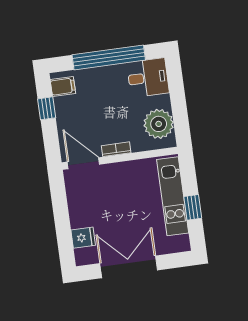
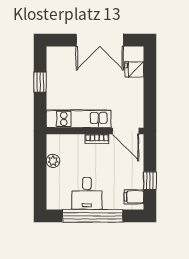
desk: (148, 78) -> (87, 193), moved, turned -90
plant: (159, 124) -> (53, 161), width x0.53, depth x0.53
kitchen unit: (173, 196) -> (79, 119), moved, turned -90

